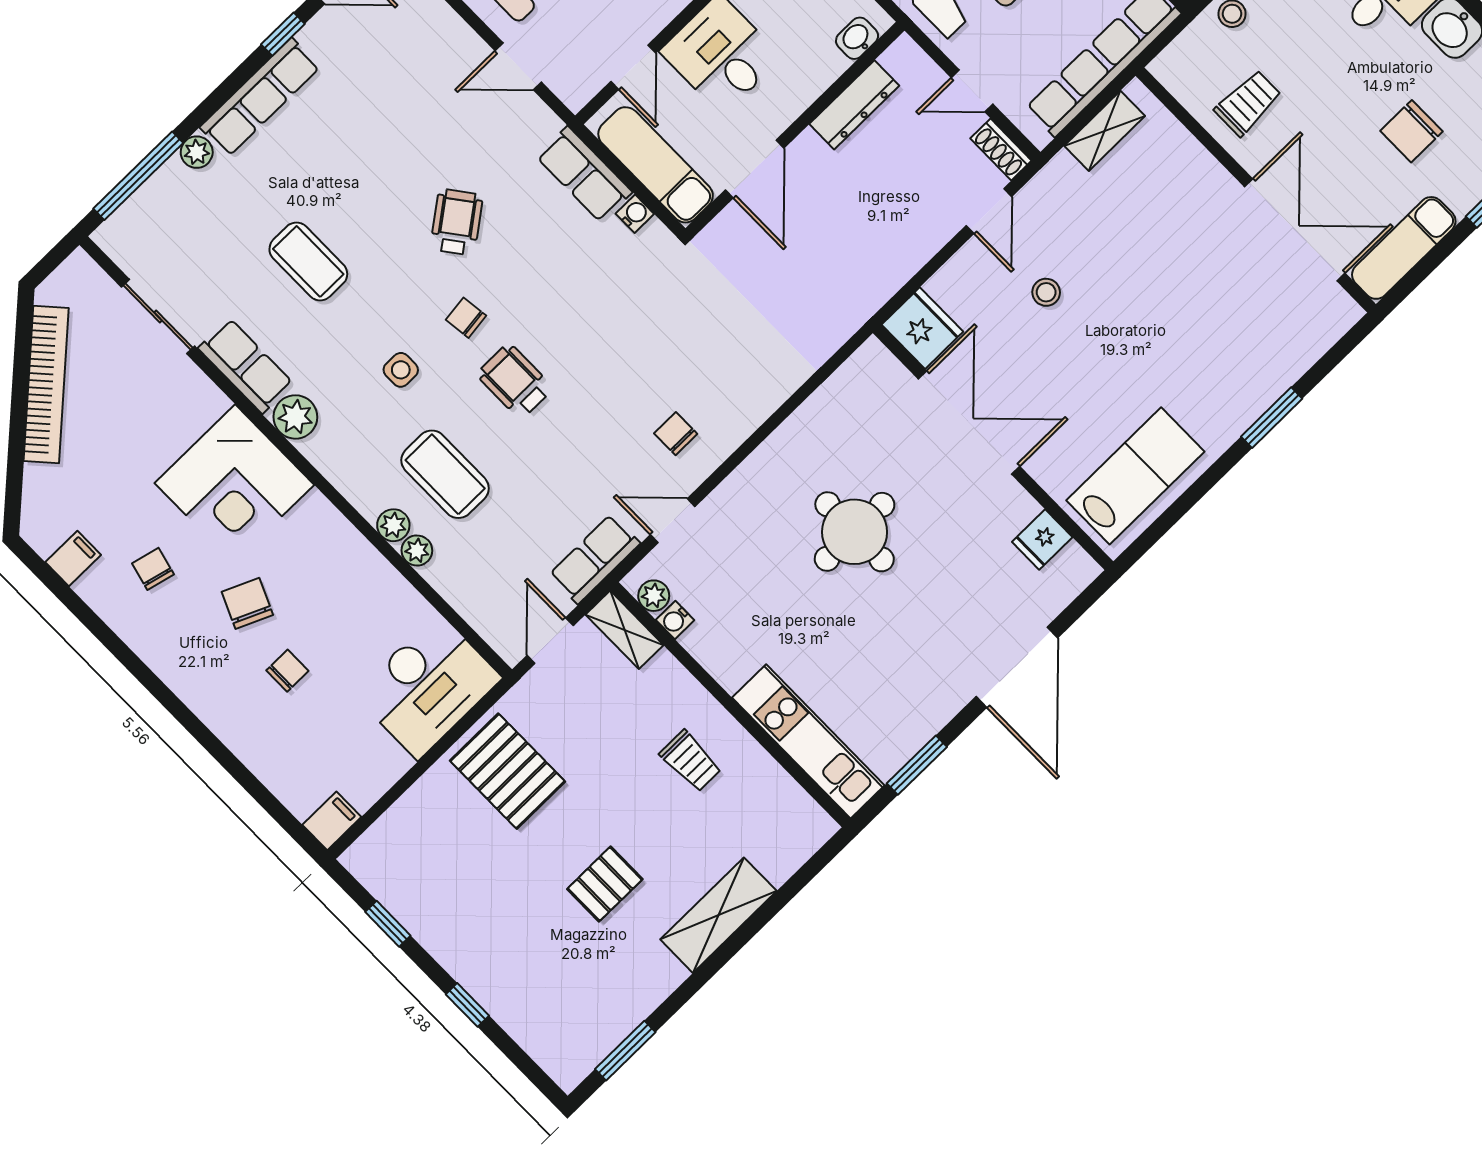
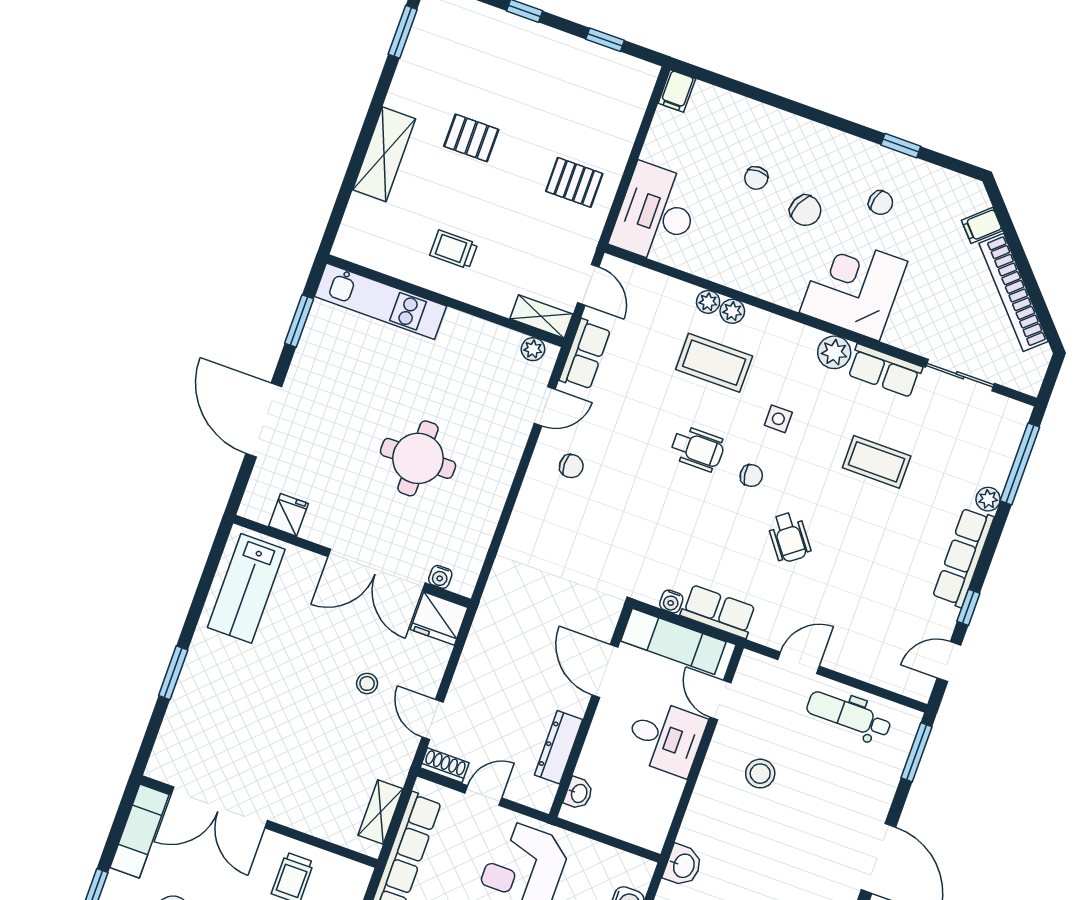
filing cabinet: (73, 559) -> (982, 225), moved, turned 48
water cooler: (675, 620) -> (440, 577), moved, turned 180
window: (96, 625) -> (901, 146), added
pallet: (508, 771) -> (574, 182), width x0.67, depth x0.71
pallet: (605, 884) -> (471, 138), turned 90

